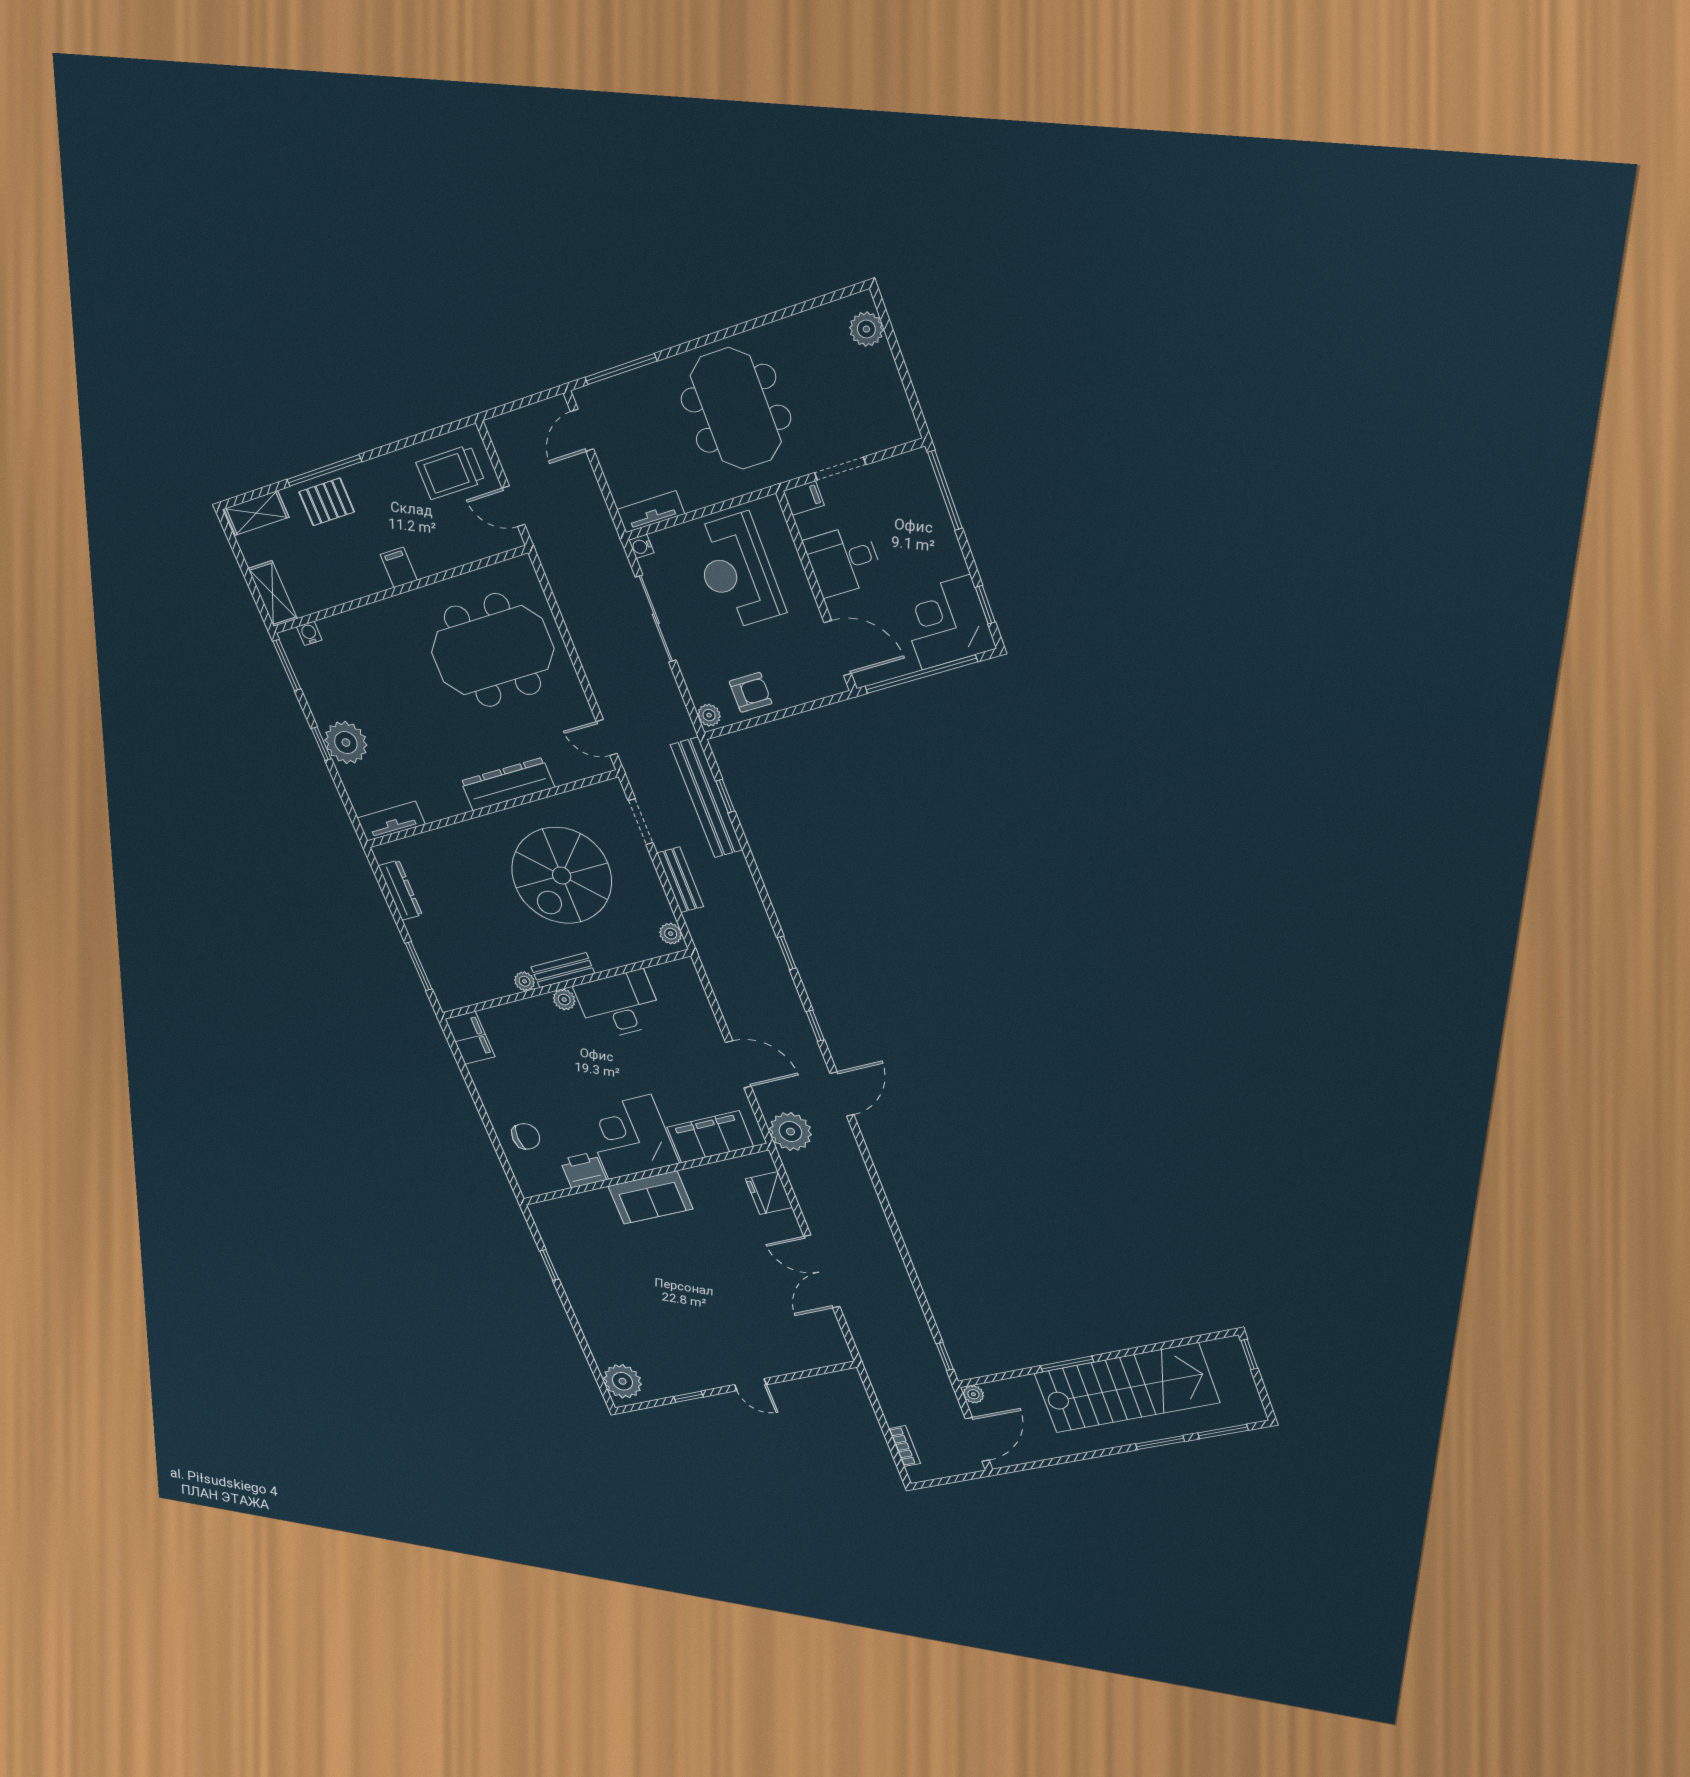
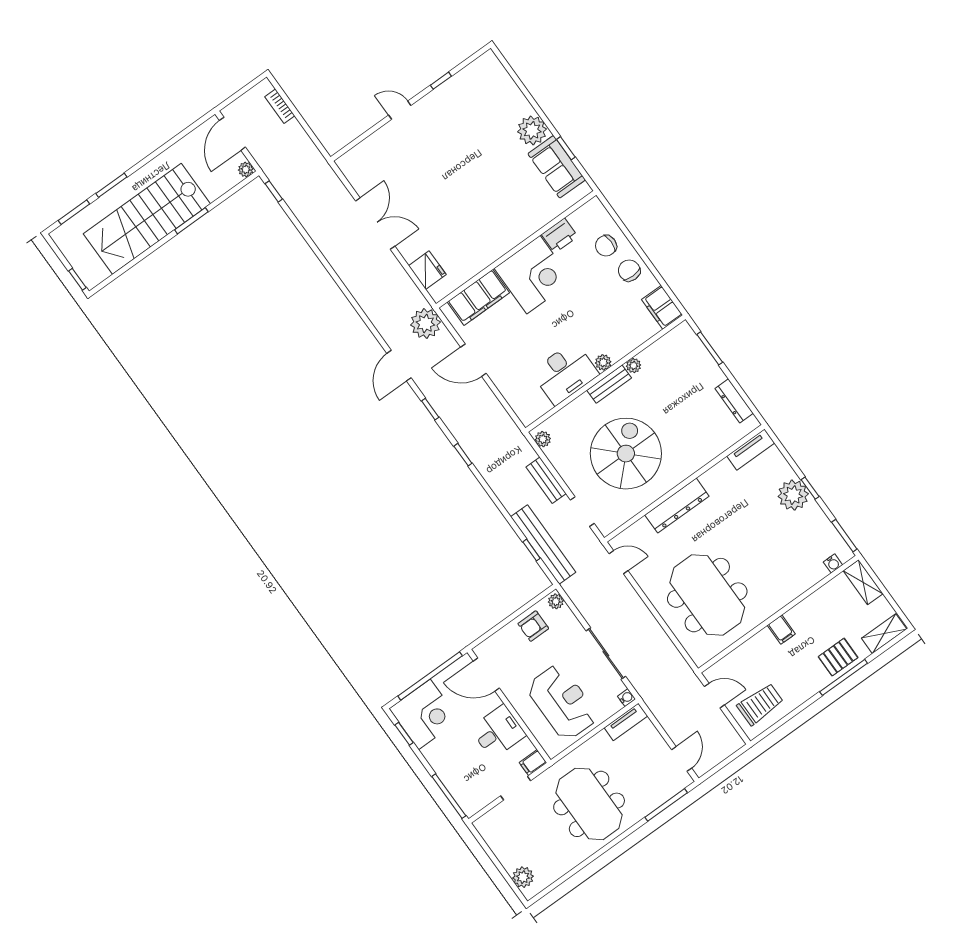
meeting table: (492, 650) -> (707, 595), turned 90
chair: (503, 1097) -> (629, 270), added
sofa: (650, 1198) -> (557, 167), moved, turned -90
plant: (623, 1381) -> (532, 130), moved

